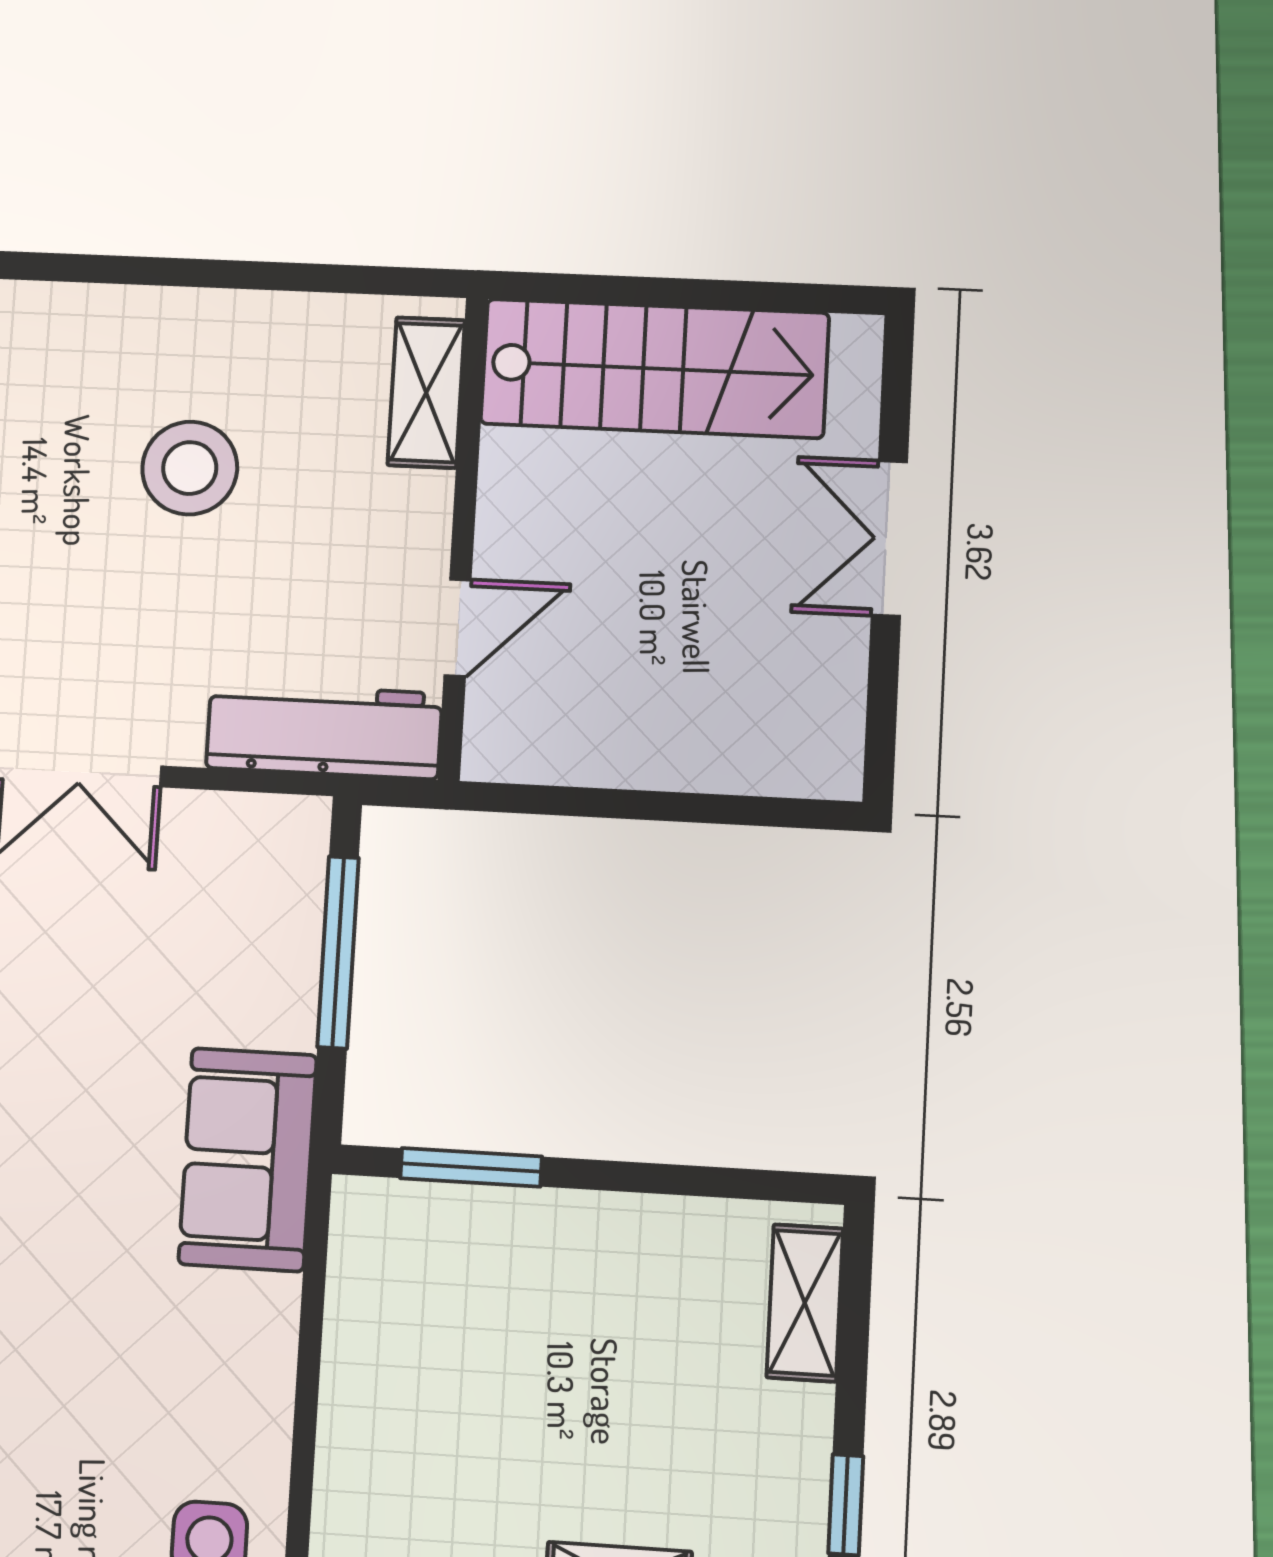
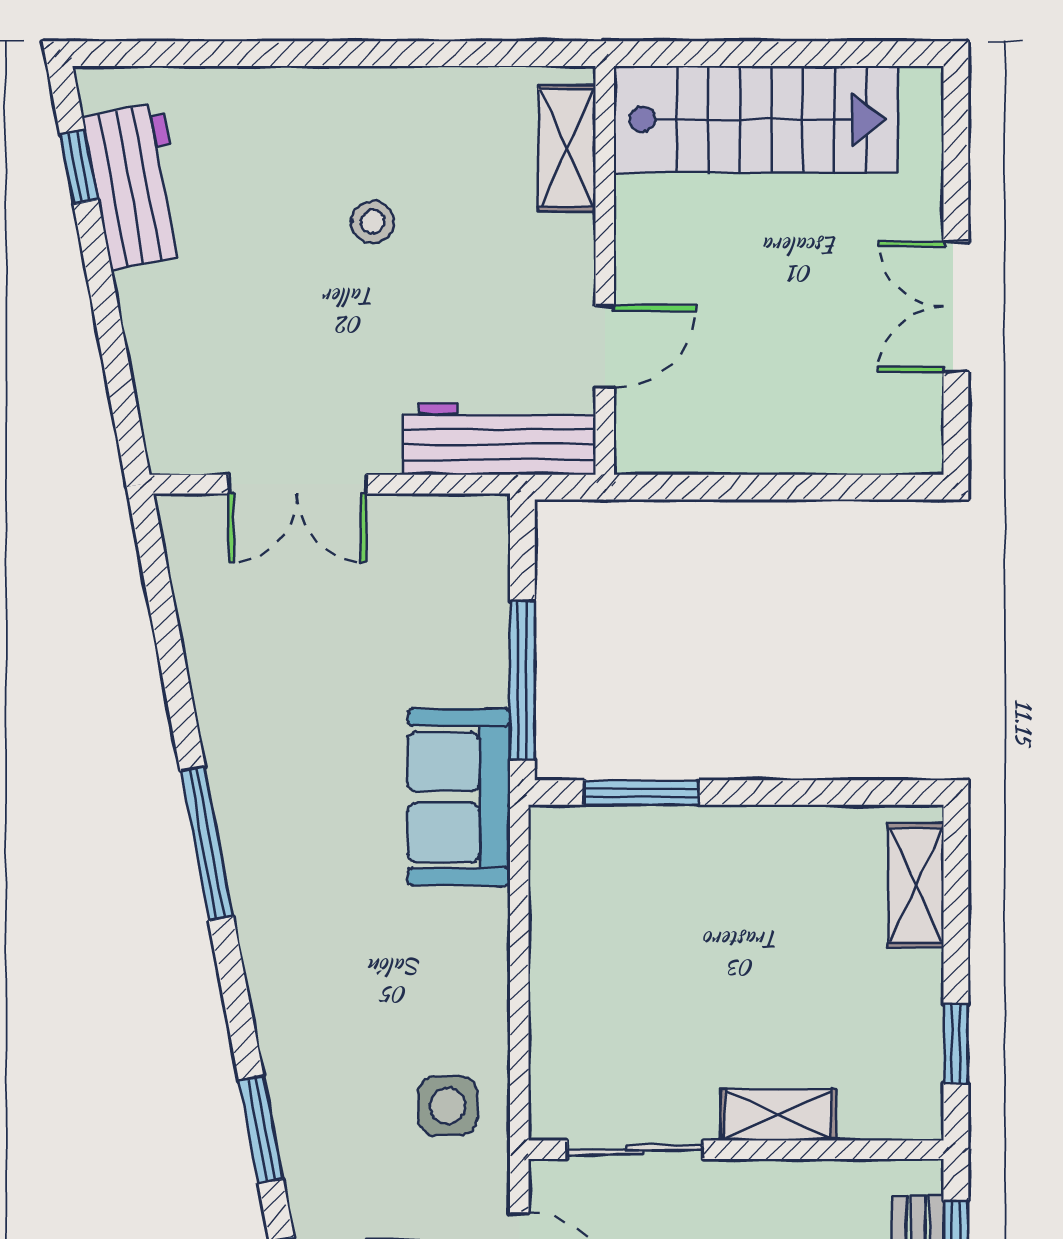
stool: (190, 468) -> (373, 222), width x0.53, depth x0.53
double door: (889, 538) -> (956, 307), moved
window: (338, 952) -> (522, 680), moved

